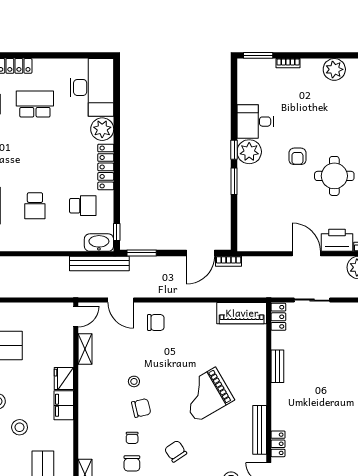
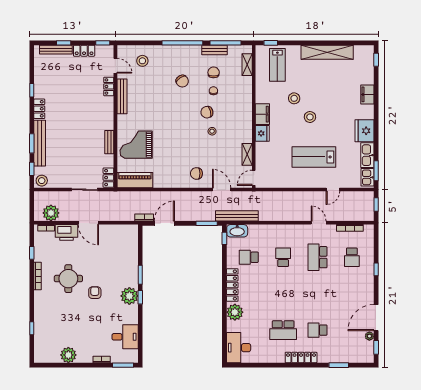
desk: (92, 87) -> (239, 348), width x0.73, depth x0.77
desk: (255, 122) -> (125, 337), moved
grand piano: (206, 395) -> (136, 145), moved, turned -150

